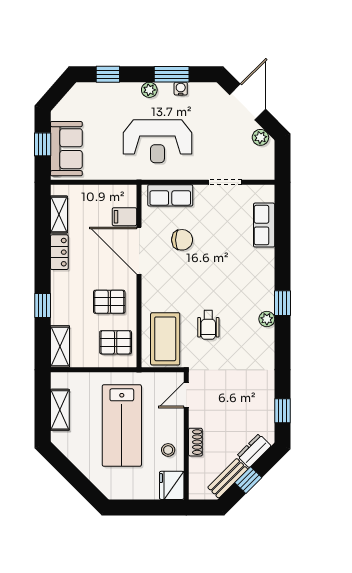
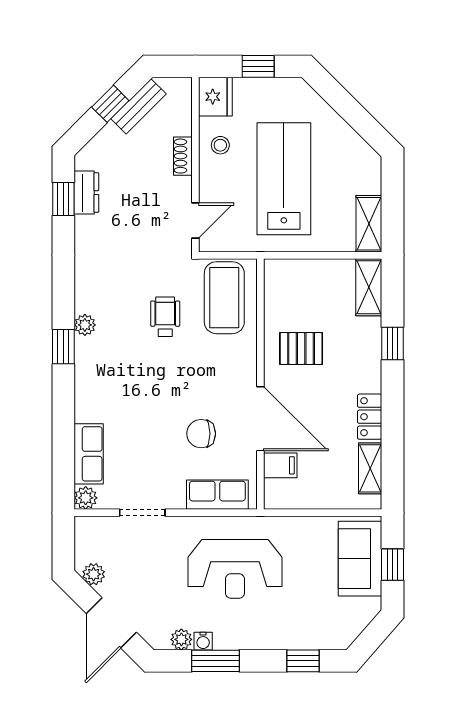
plant: (149, 90) -> (181, 639), moved
reception desk: (157, 141) -> (235, 569), turned 180
plant: (266, 193) -> (86, 498), added
pallet: (116, 342) -> (292, 293), removed
shelving: (60, 410) -> (369, 224), moved
dresser: (254, 451) -> (86, 193), moved, turned -45
window: (141, 507) -> (258, 66), added

